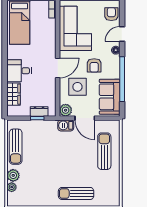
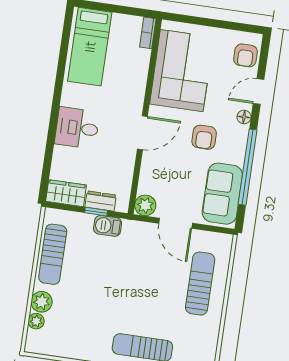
armchair: (111, 14) -> (245, 55), turned 180
side table: (77, 87) -> (171, 169), removed
wardrobe: (14, 94) -> (66, 193), moved, turned -90
barbecue: (66, 125) -> (108, 226), moved

